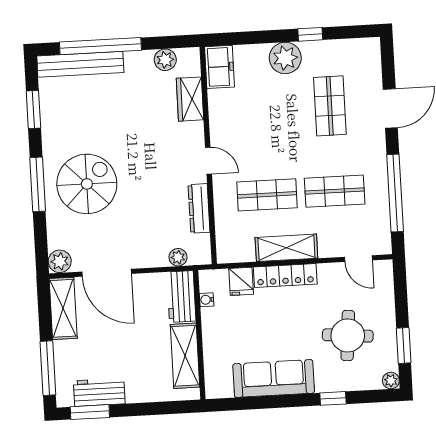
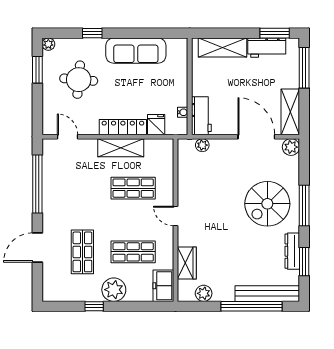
shop shelf: (335, 191) -> (133, 252), moved
dresser: (199, 208) -> (292, 251), moved, turned 180
shelving: (185, 356) -> (223, 47), moved, turned 90

